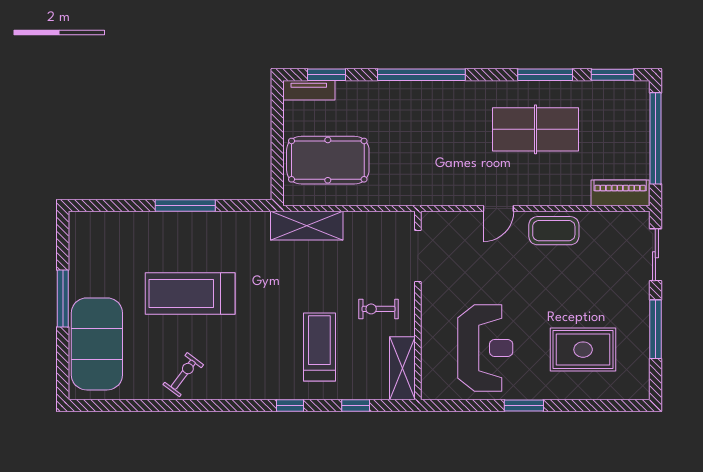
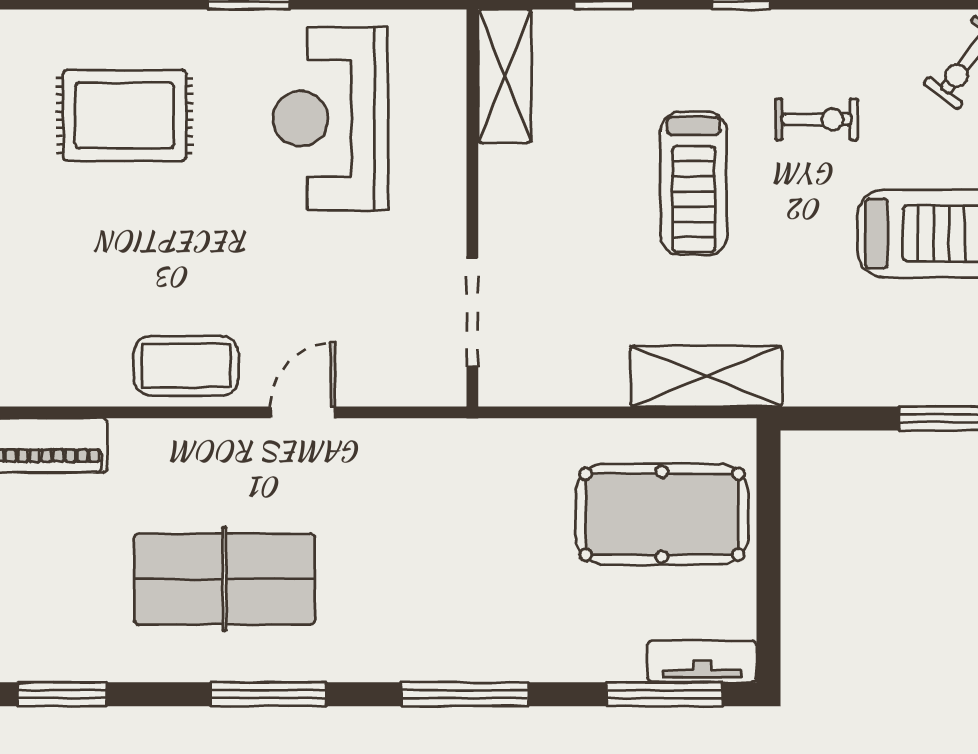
window: (327, 75) -> (665, 694), width x1.44
window: (421, 75) -> (465, 694), width x0.68
window: (545, 75) -> (269, 694), moved
exercise bike: (379, 309) -> (817, 119), moved
treadmill: (319, 347) -> (694, 183), moved

